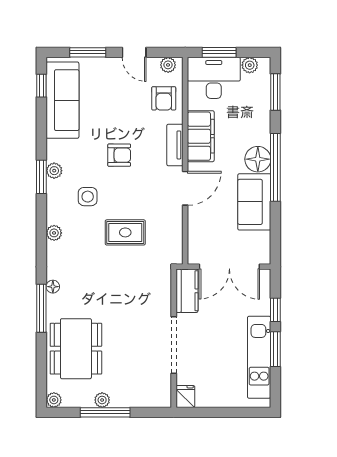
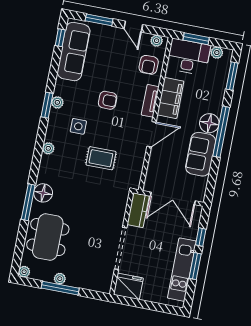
floor lamp: (53, 287) -> (43, 193), width x1.89, depth x1.89
fridge: (185, 396) -> (128, 286), width x1.88, depth x1.34

